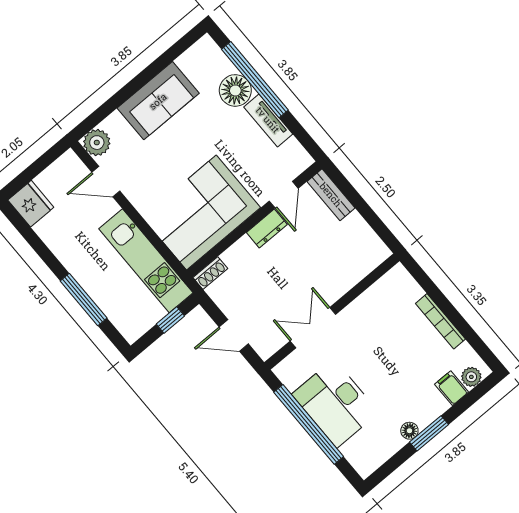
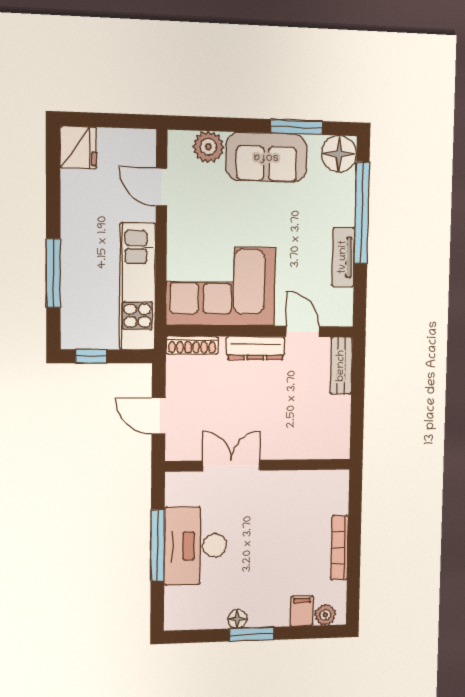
window: (161, 63) -> (297, 127), added
floor lamp: (235, 90) -> (339, 154), moved
plant: (97, 143) -> (208, 147), moved
door: (284, 195) -> (303, 332), swing flipped
dresser: (267, 229) -> (255, 348), width x1.44
shoe rack: (210, 273) -> (192, 345), width x1.43
window: (170, 320) -> (91, 356), moved
window: (309, 424) -> (158, 545), width x0.68

